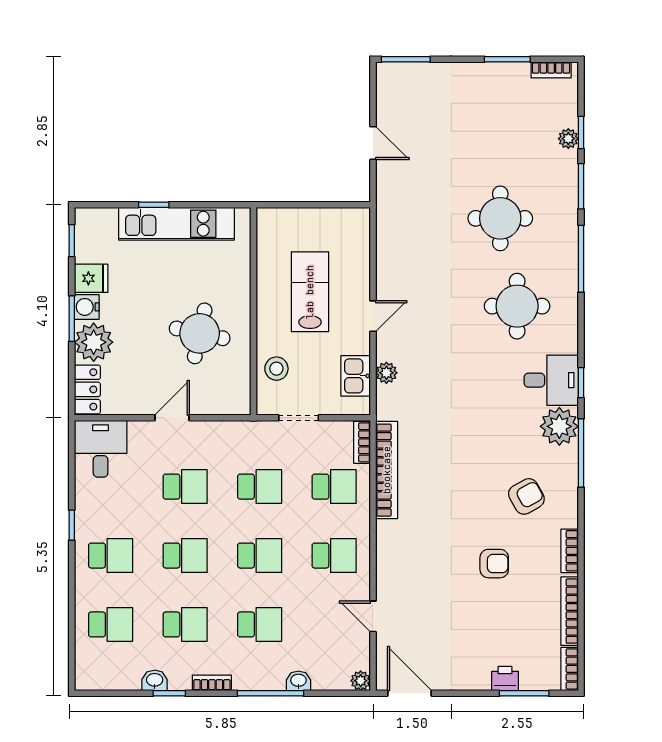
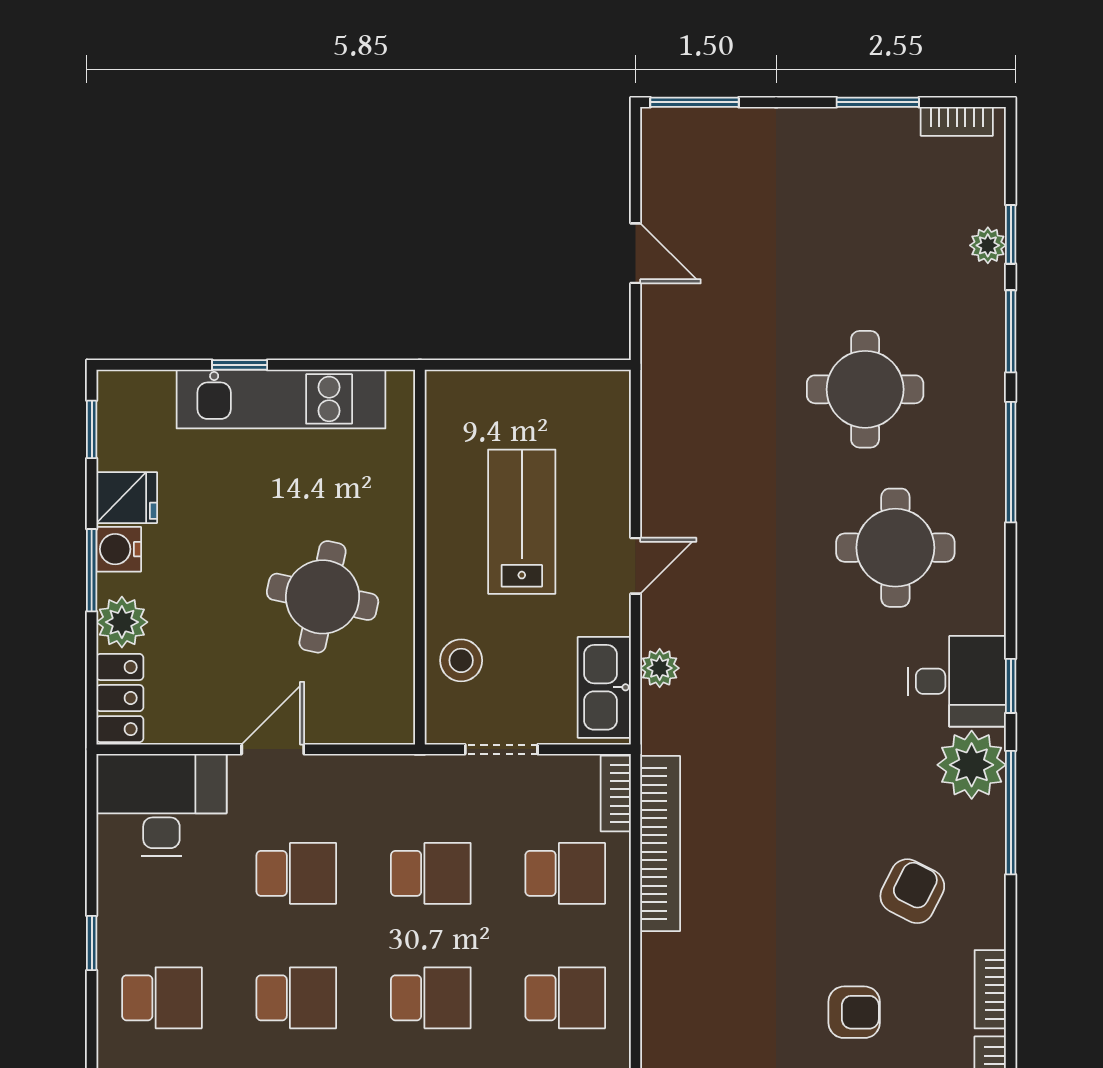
plant: (94, 342) -> (122, 622), width x0.73, depth x0.73
kitchen sink: (356, 376) -> (604, 687), width x1.38
desk: (101, 449) -> (161, 805), width x1.37
armchair: (526, 496) -> (912, 891), turned -34

